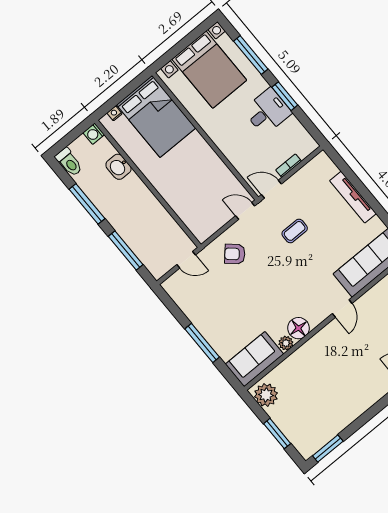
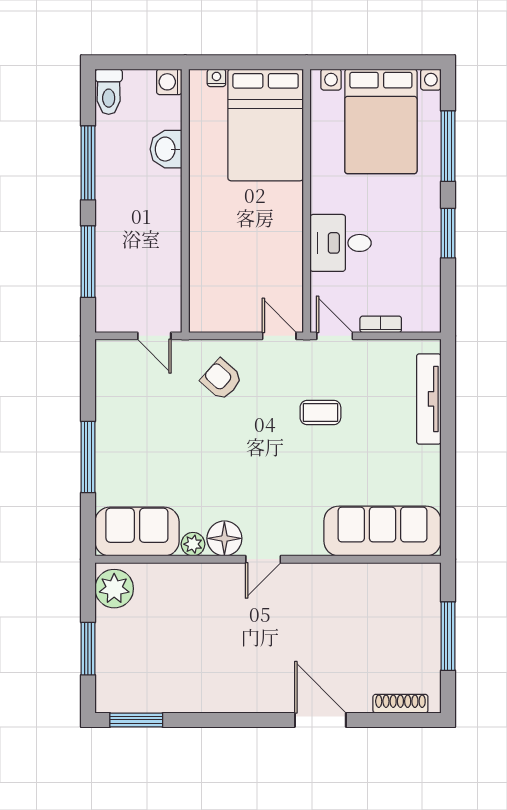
desk: (267, 111) -> (341, 243), moved, turned 180
tv unit: (353, 197) -> (429, 399), moved
door: (342, 309) -> (263, 559), moved

